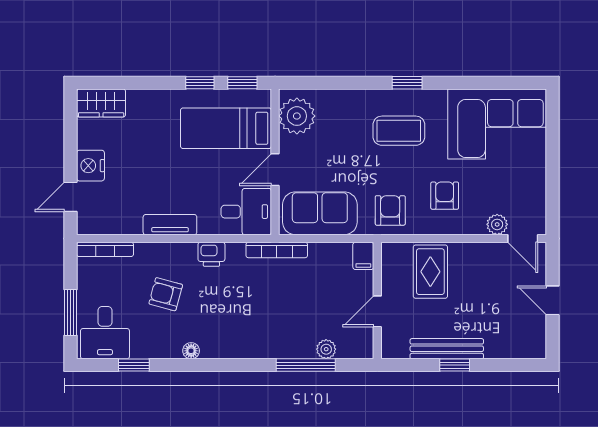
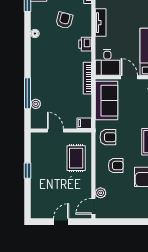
rug: (430, 272) -> (76, 158), turned 90
bench: (447, 349) -> (36, 167), removed

